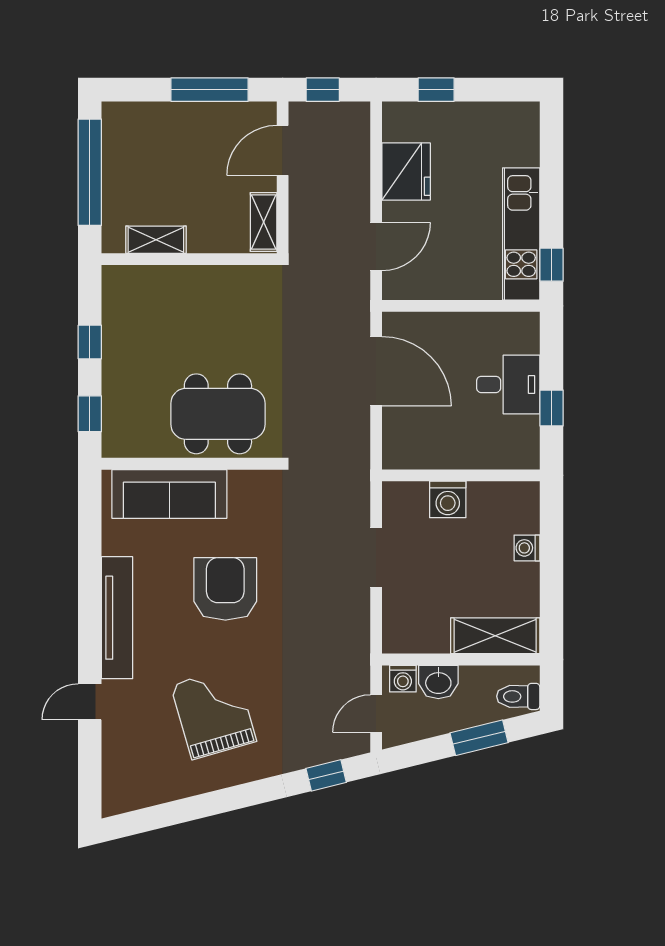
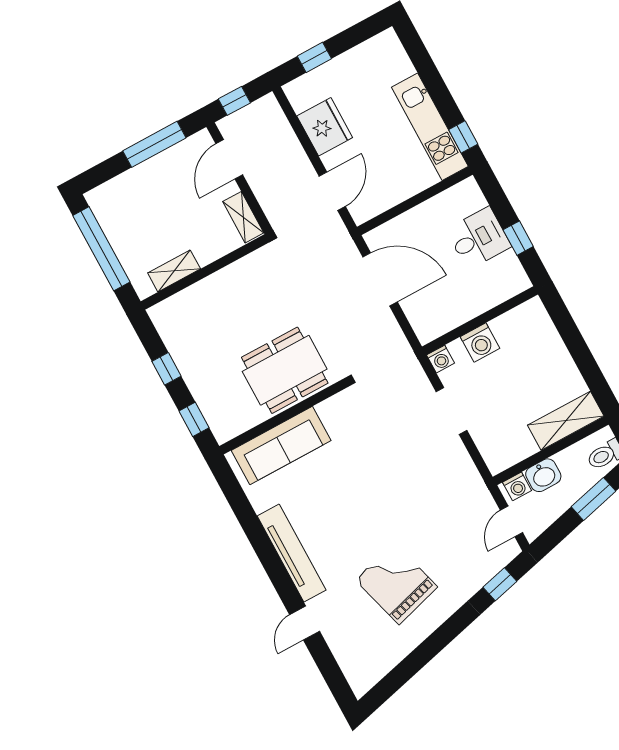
washing machine: (527, 548) -> (440, 359), moved, turned -90
armchair: (225, 589) -> (357, 491), removed

